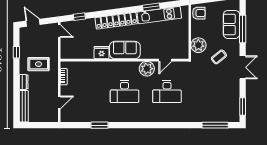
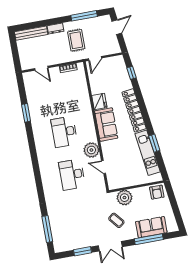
door: (59, 31) -> (95, 58), moved
window: (16, 52) -> (84, 16), width x2.17
window: (243, 106) -> (82, 251), moved

